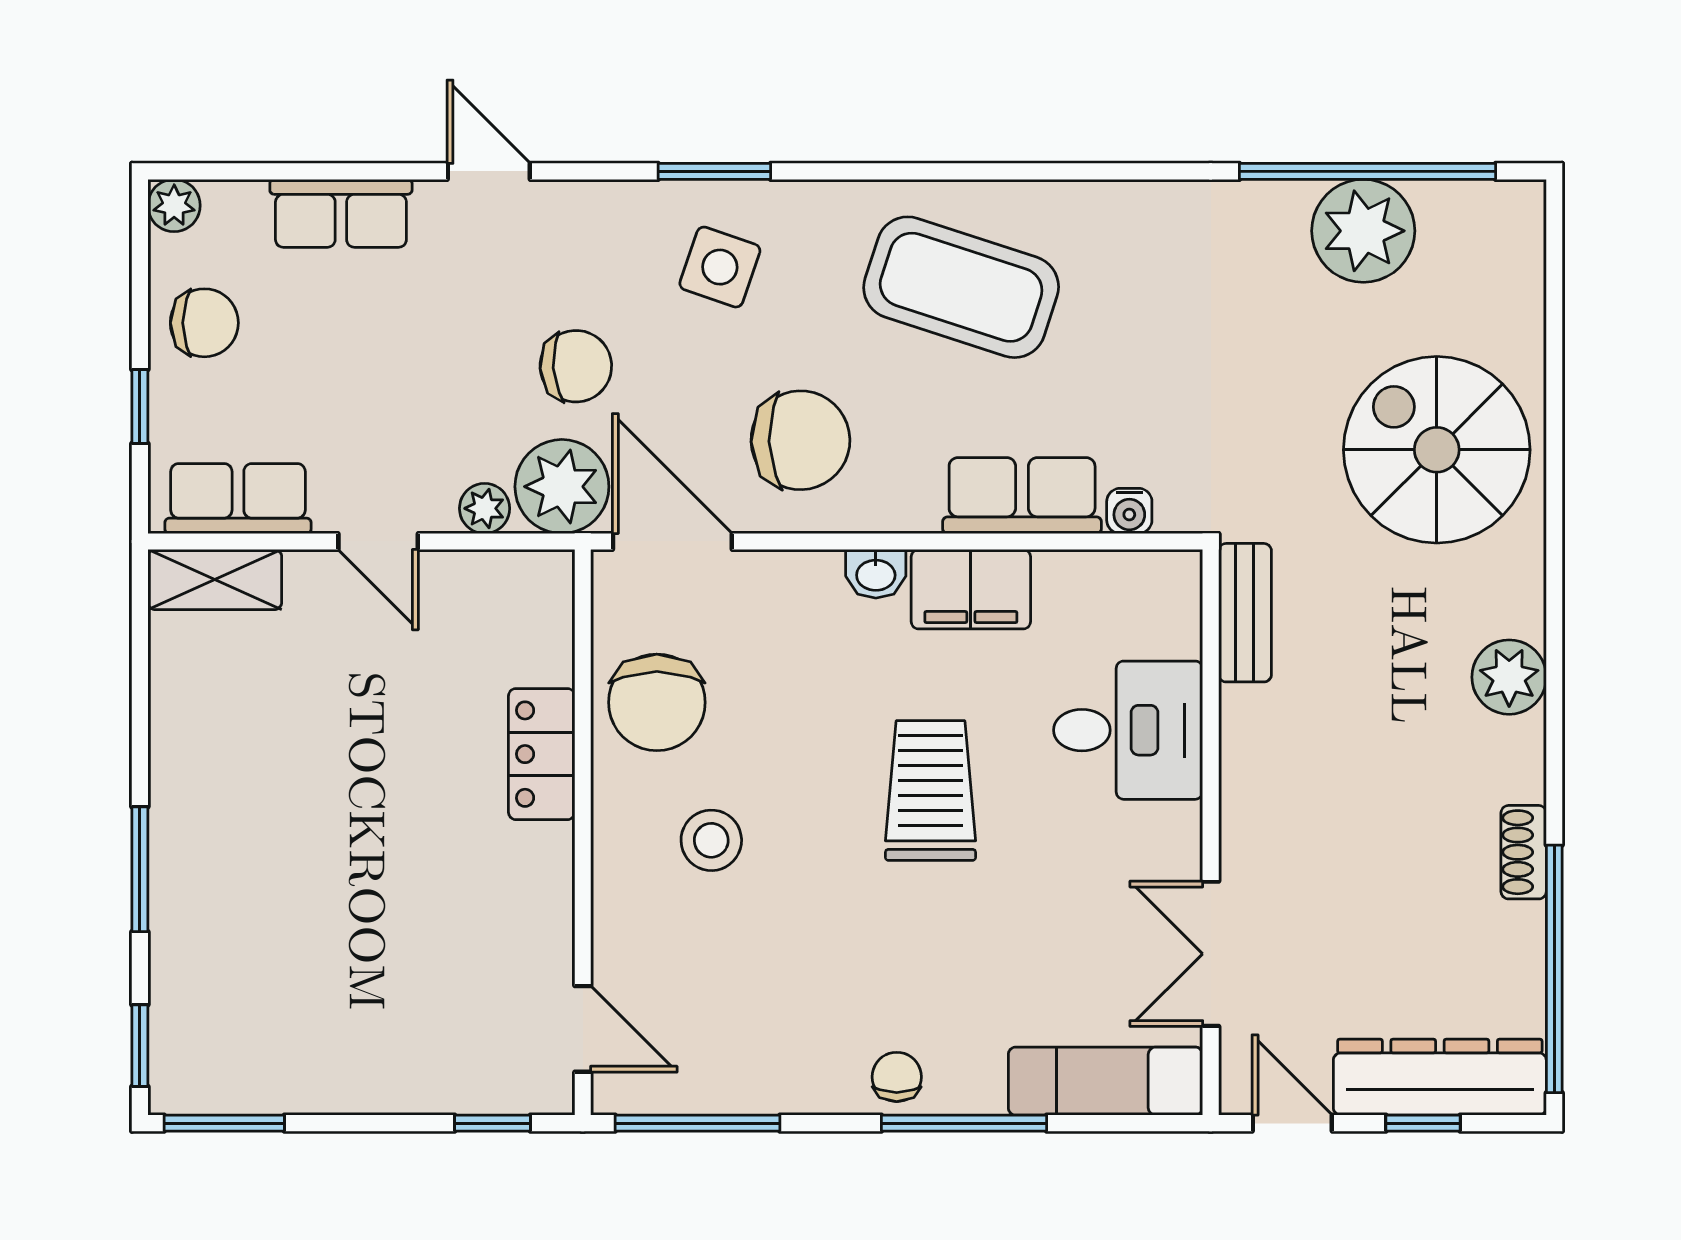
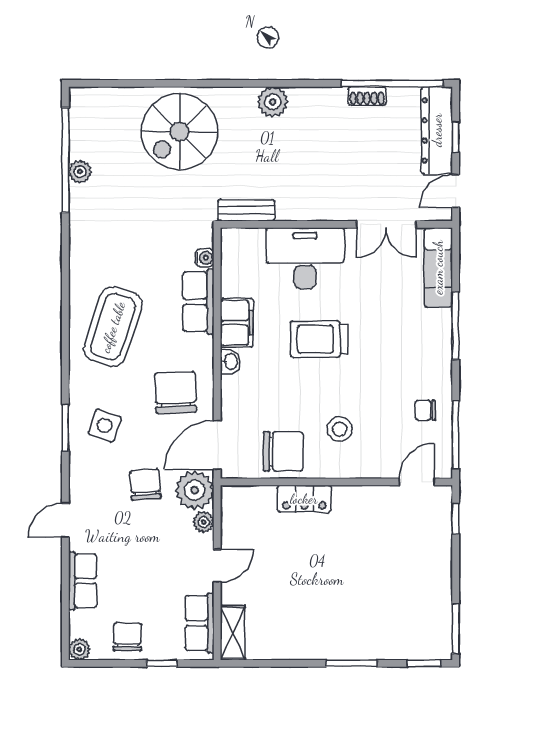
plant: (1363, 231) -> (80, 172), width x0.53, depth x0.53
desk: (1128, 730) -> (305, 258), width x1.37
shoe rack: (1524, 852) -> (367, 96), moved
chair: (897, 1077) -> (425, 410), moved

